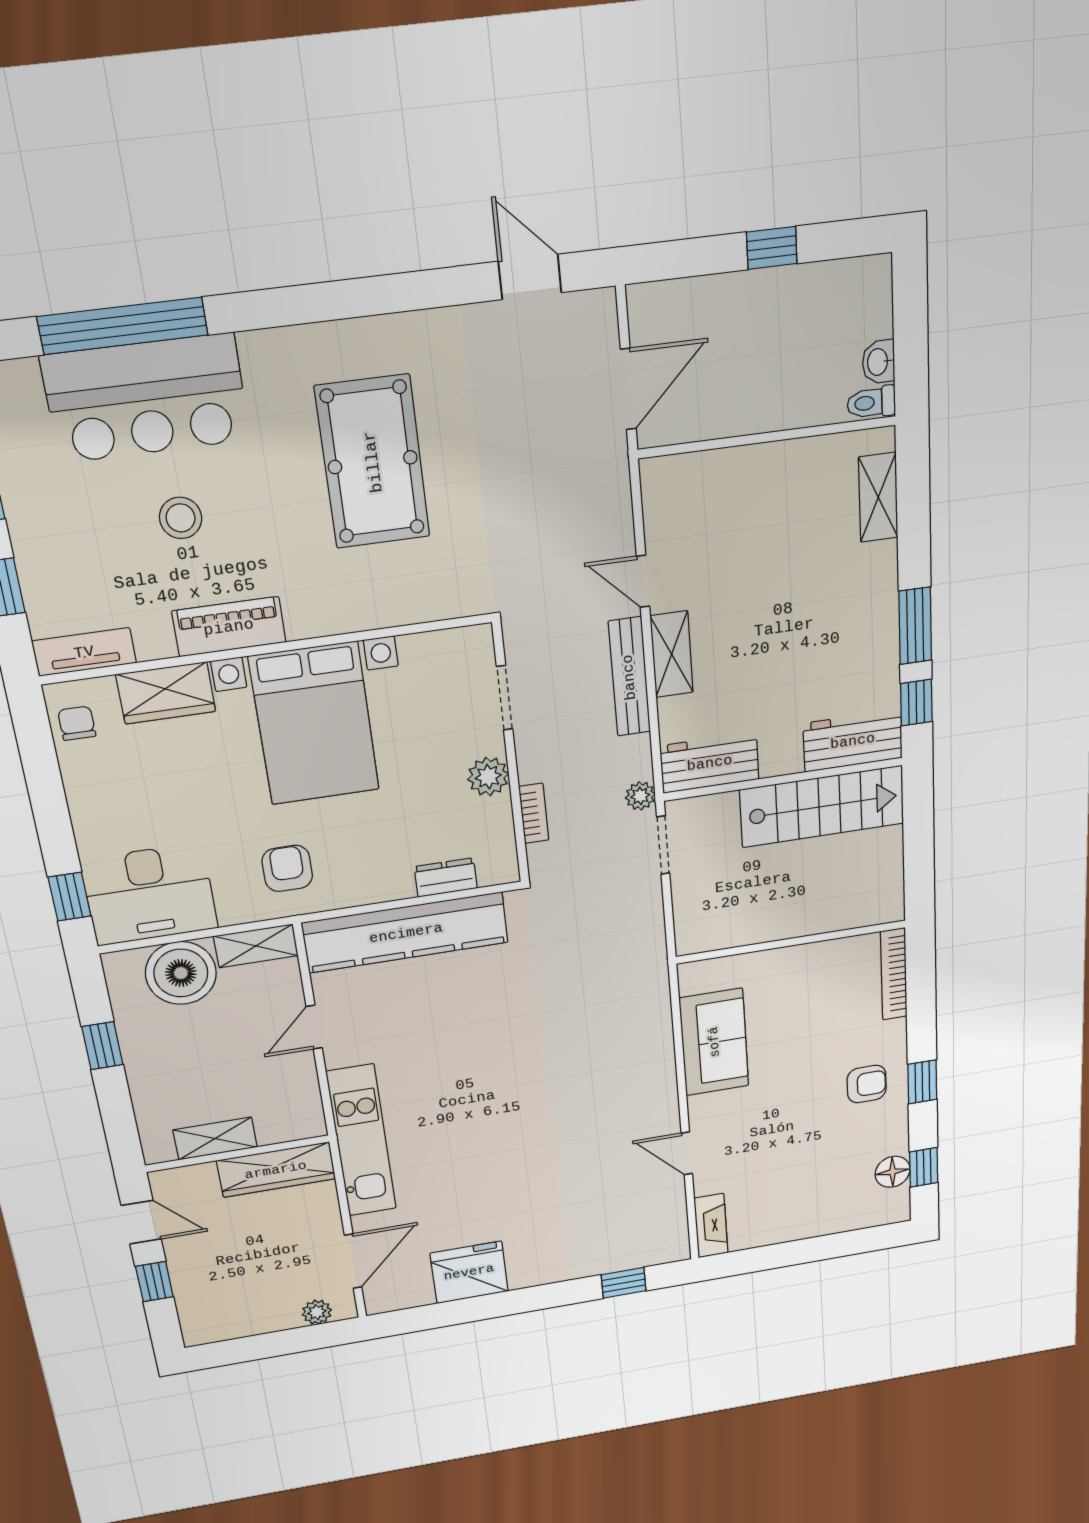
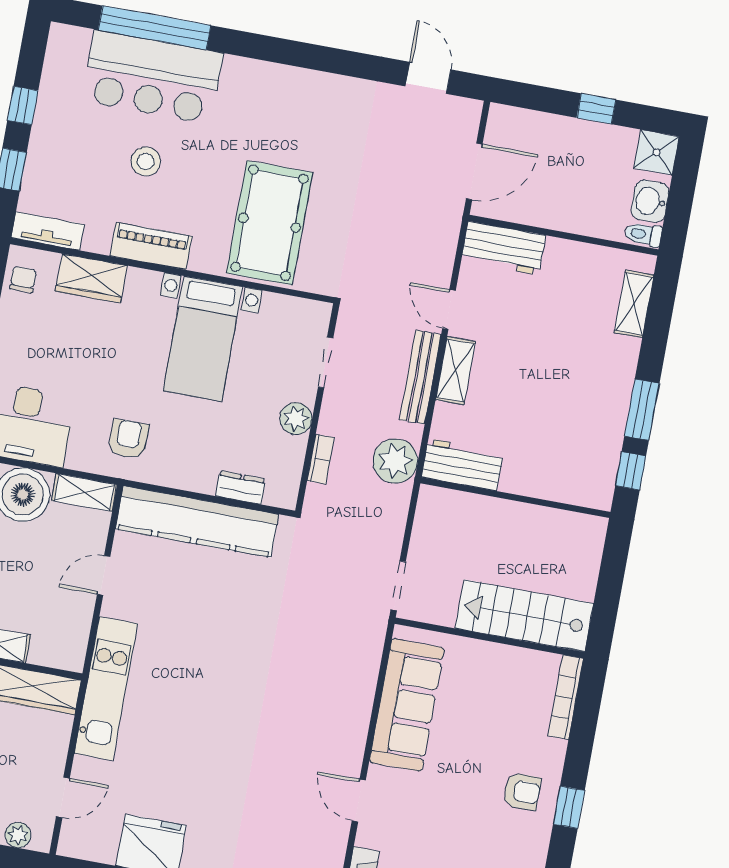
shower: (866, 284) -> (657, 152), added
washbasin: (878, 362) -> (650, 201), width x1.38, depth x1.45
pool table: (373, 462) -> (270, 223), moved
bed with nightstands: (314, 724) -> (203, 339), width x0.73
workbench: (853, 741) -> (503, 248), moved, turned 180
plant: (640, 796) -> (395, 461), width x1.88, depth x1.88
stairs: (822, 807) -> (524, 616), moved, turned 180
doorway: (663, 845) -> (398, 586), moved
sofa: (714, 1042) -> (407, 705), width x1.36
door: (353, 1261) -> (63, 797), width x0.73

